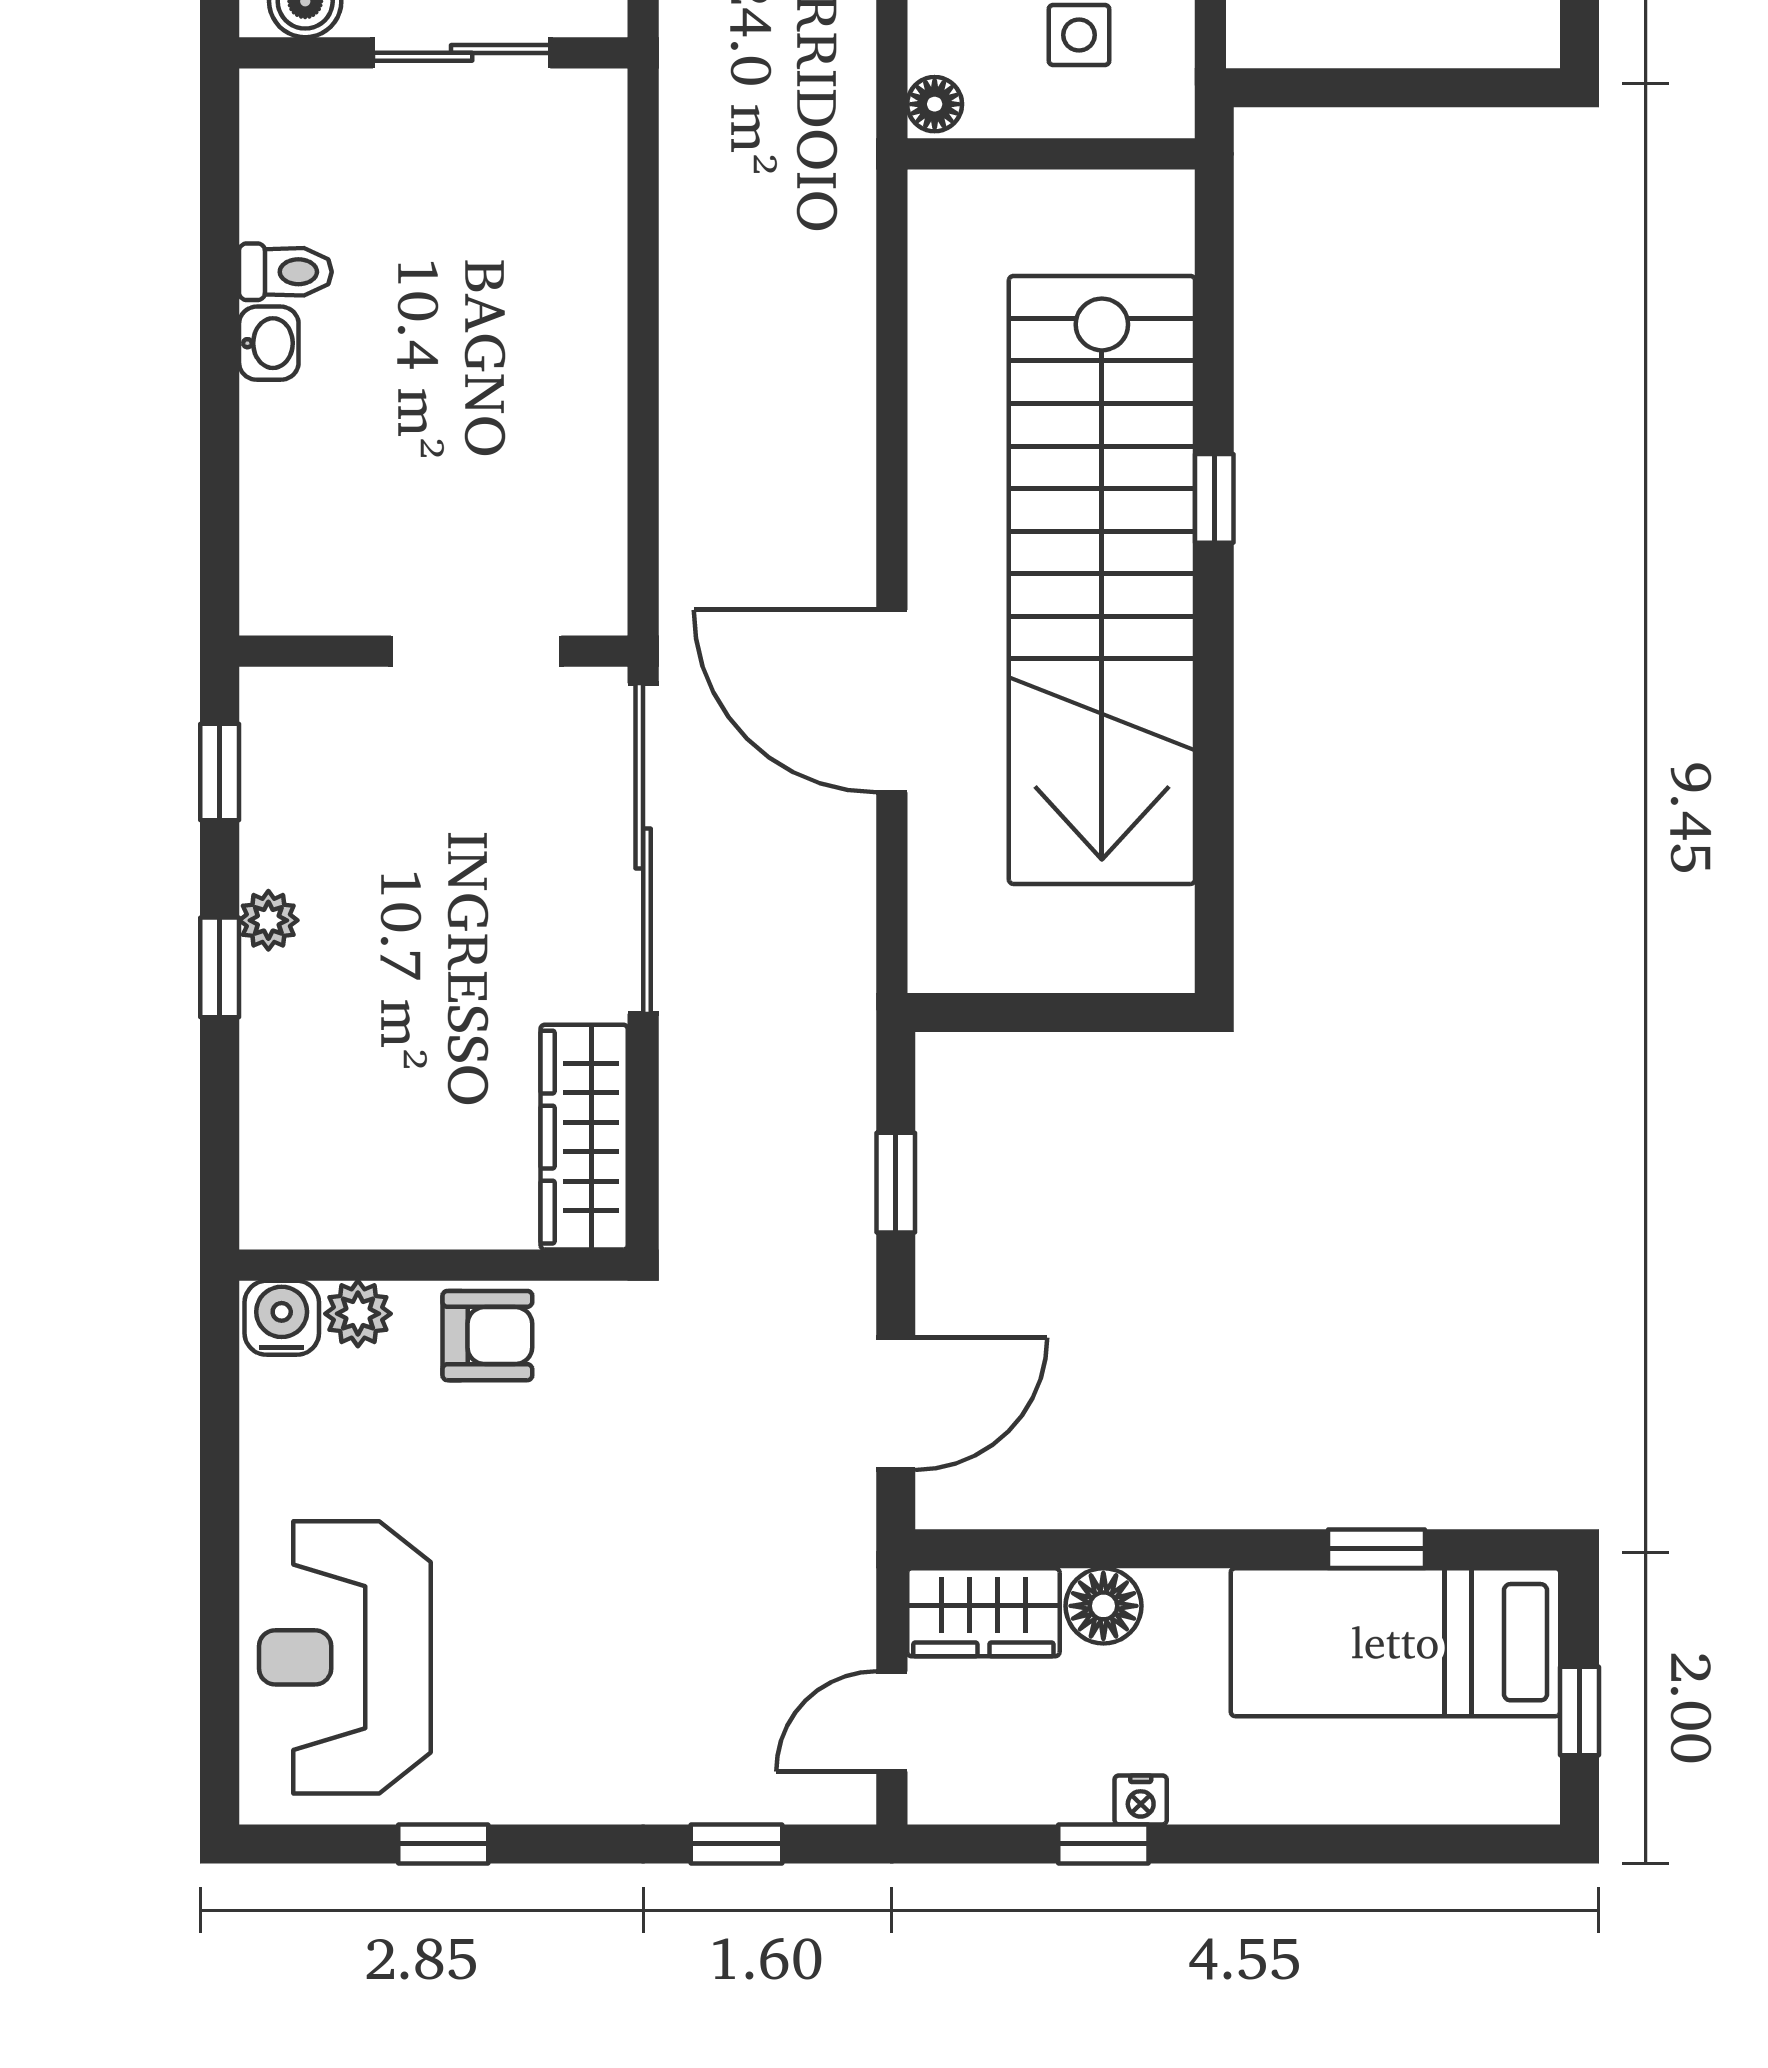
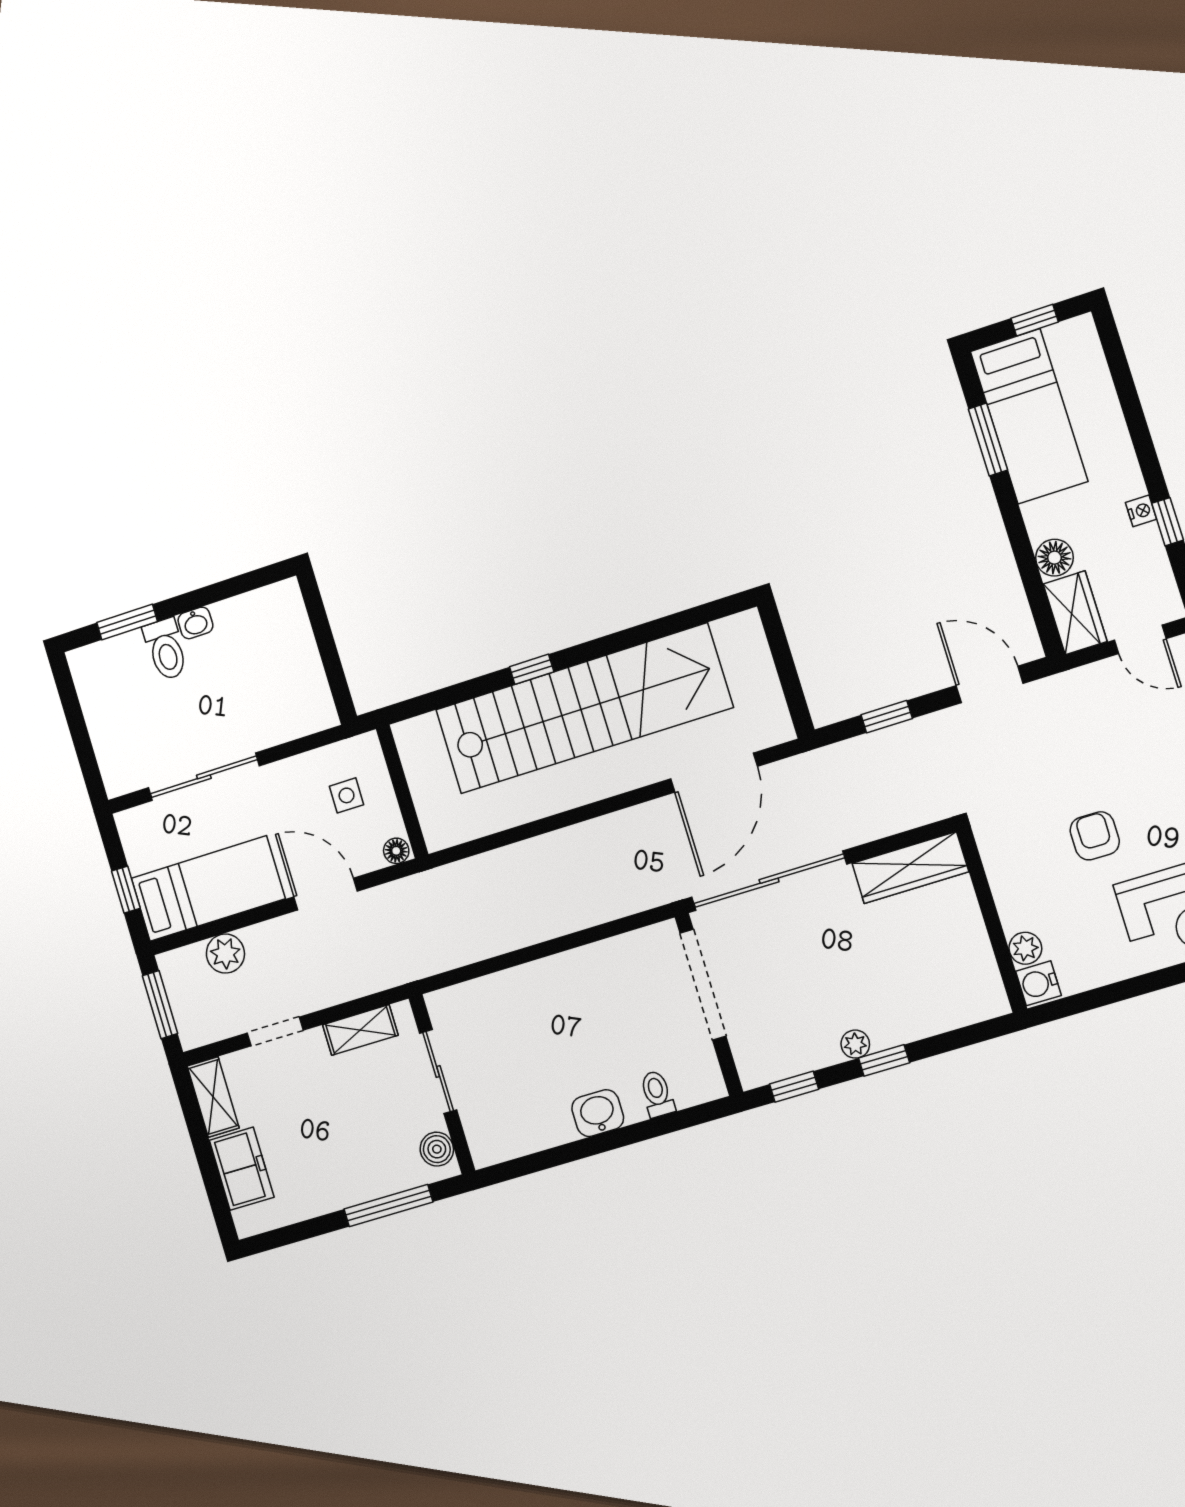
toilet: (285, 272) -> (657, 1094), moved
washbasin: (269, 343) -> (598, 1113), width x1.38, depth x1.45
doorway: (476, 651) -> (703, 985), width x1.36
door: (892, 701) -> (714, 773), moved
armchair: (487, 1336) -> (1095, 836), moved
window: (1376, 1549) -> (988, 439), width x1.50

